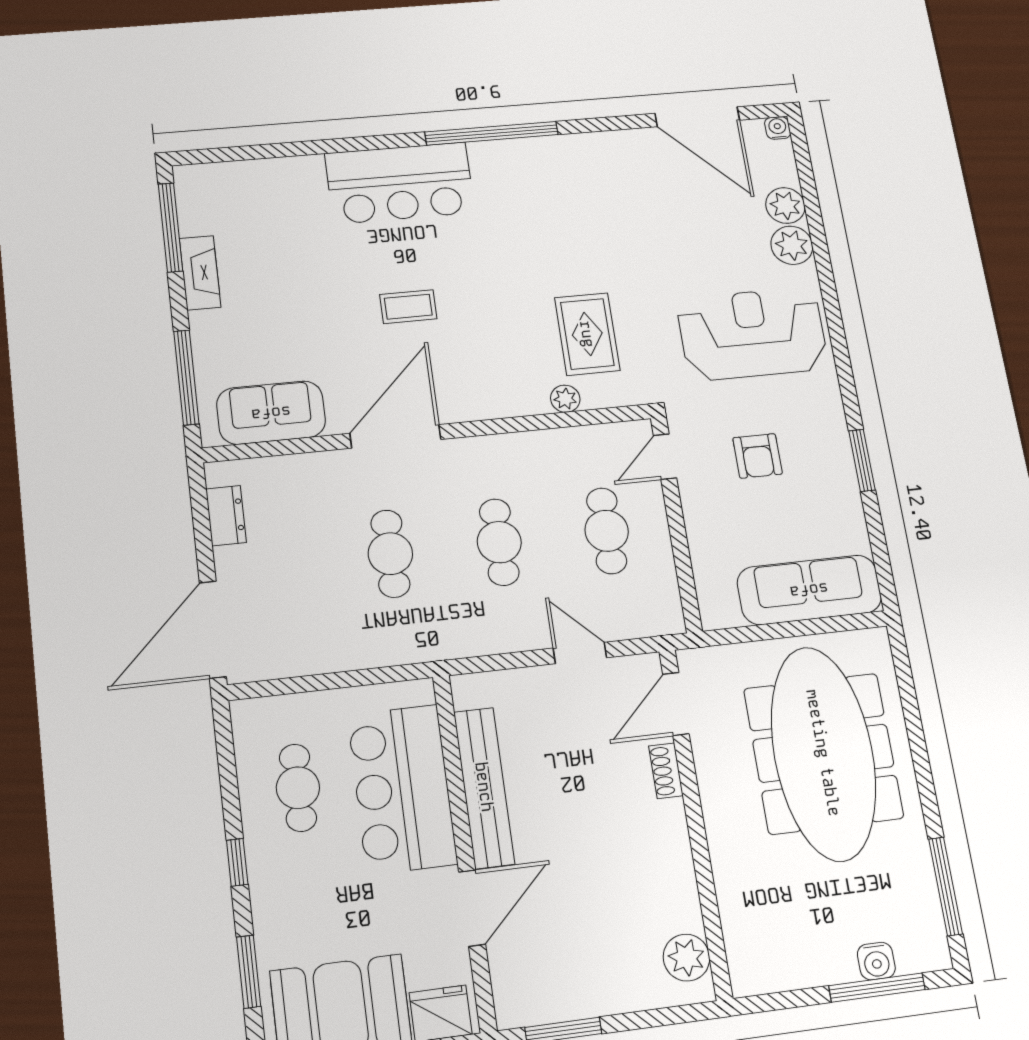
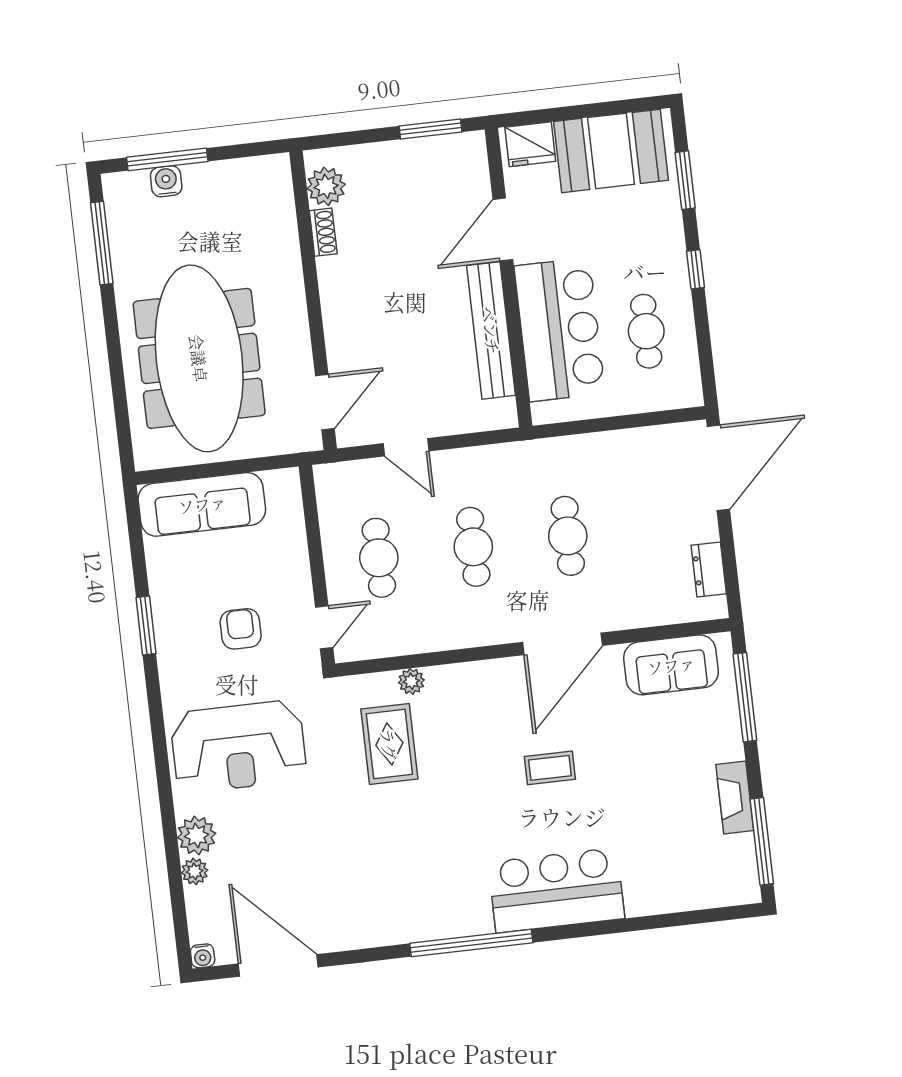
plant: (785, 206) -> (195, 871), width x0.73, depth x0.73
shoe rack: (666, 771) -> (323, 232), moved

